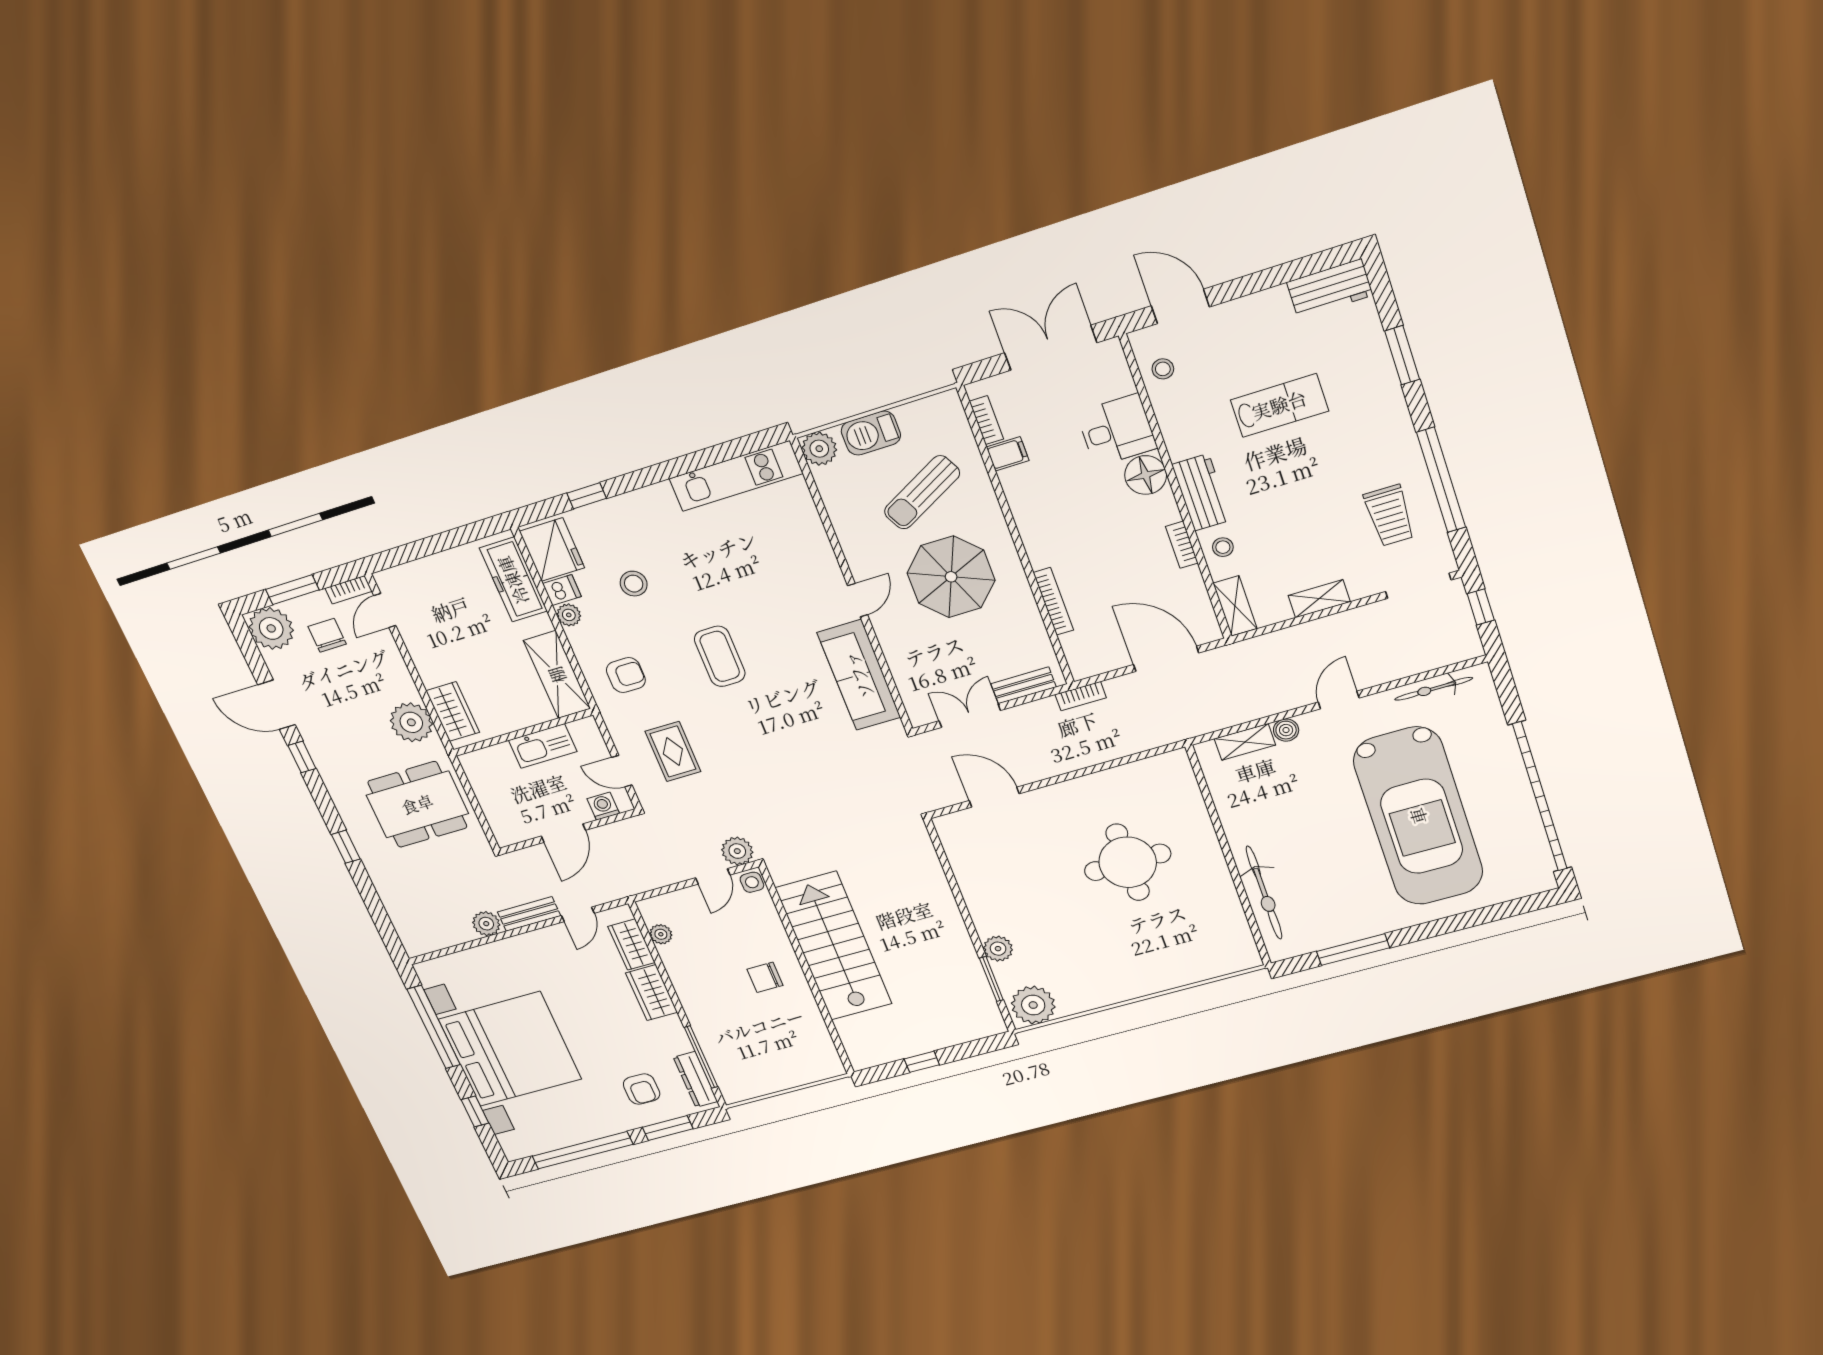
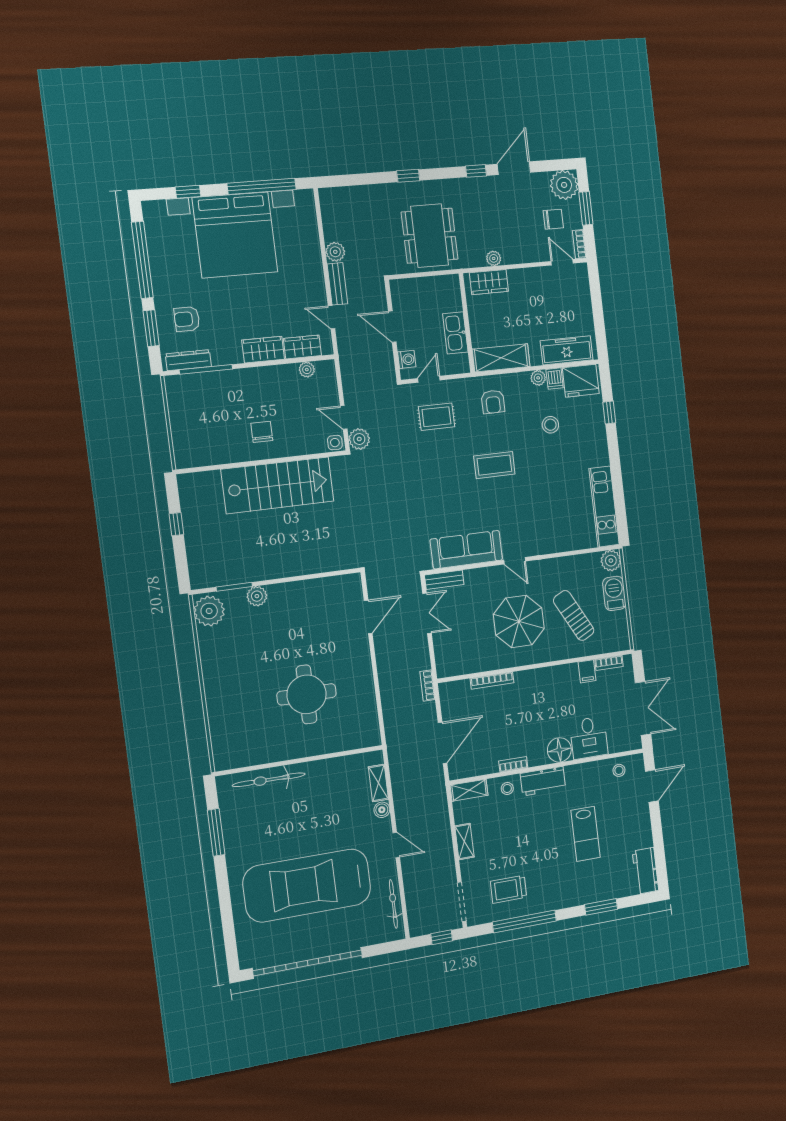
bench: (1023, 685) -> (444, 580), moved, turned 90
plant: (411, 722) -> (494, 258), width x0.53, depth x0.53

